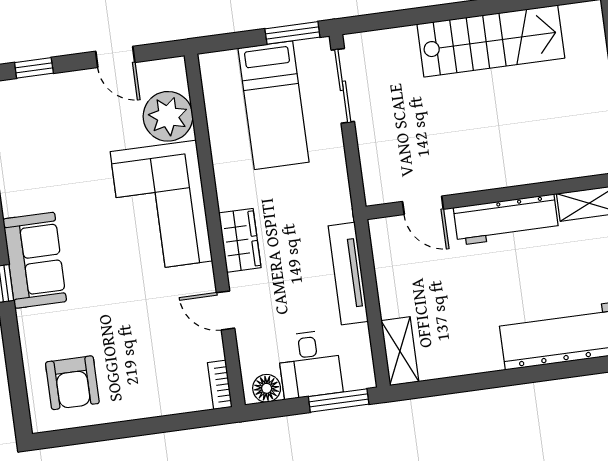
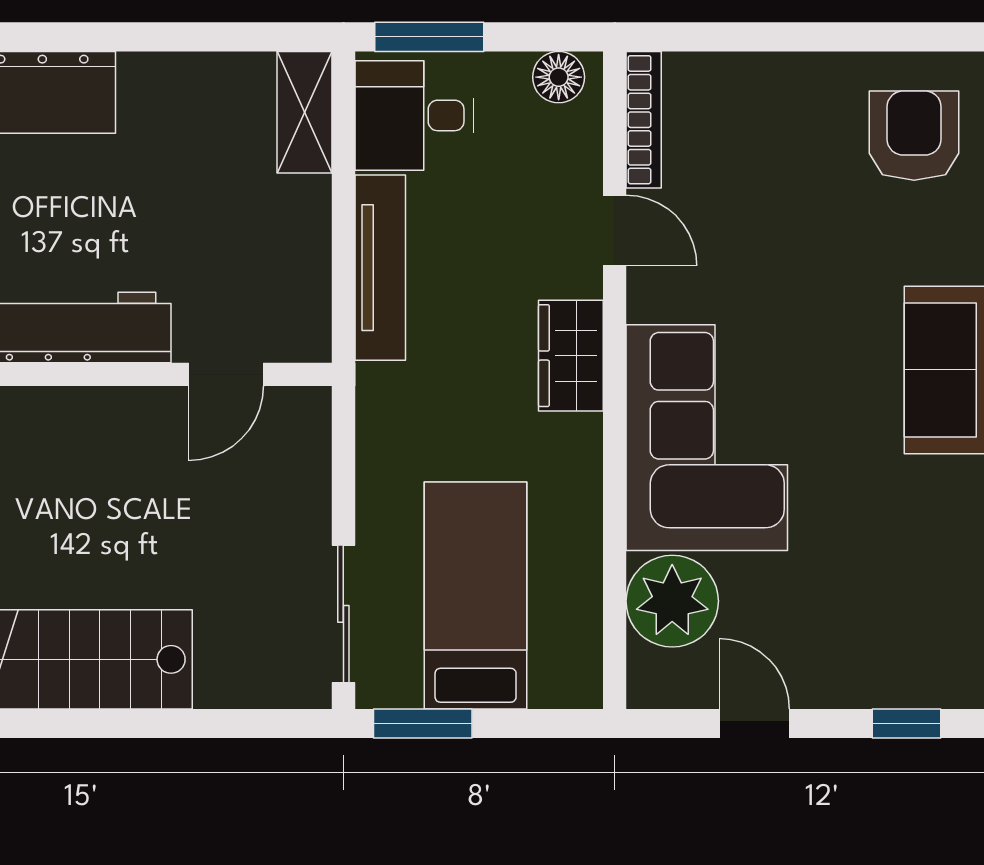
door: (423, 205) -> (226, 374), swing flipped
desk: (310, 364) -> (414, 115), moved, turned -90
bookcase: (220, 385) -> (644, 120), width x1.56

